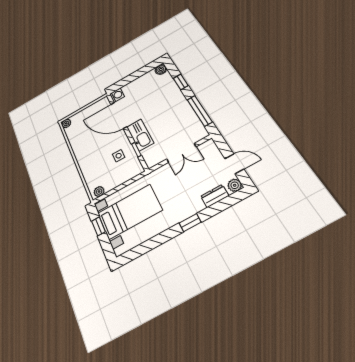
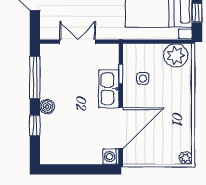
boiler: (161, 70) -> (47, 107), moved
door: (119, 115) -> (121, 128), hinge flipped
plant: (99, 192) -> (176, 55), width x1.88, depth x1.88

